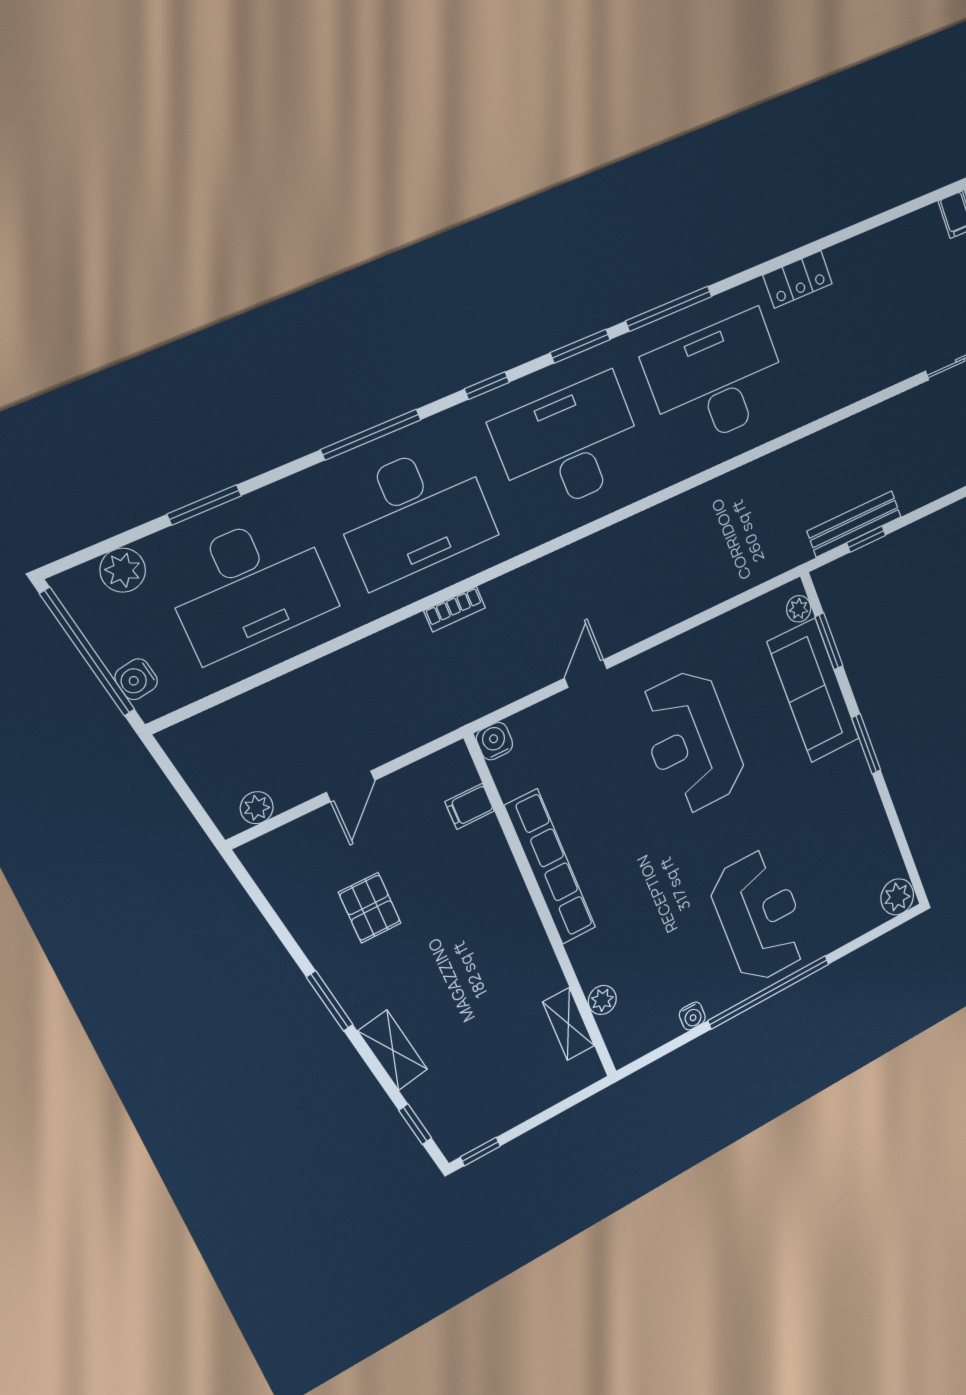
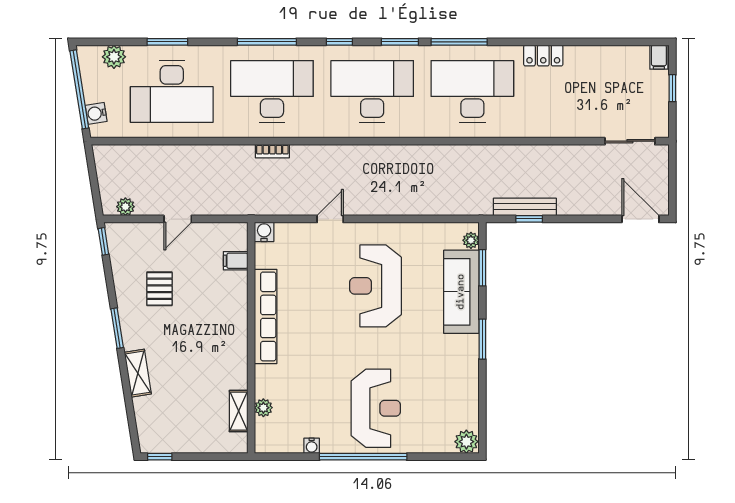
desk: (414, 513) -> (272, 92), turned 180
window: (415, 1124) -> (103, 241), moved

